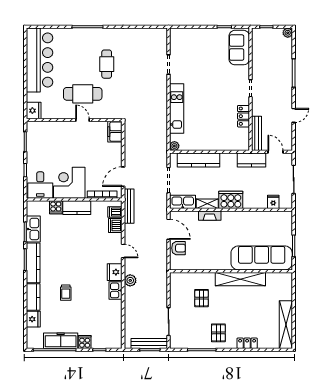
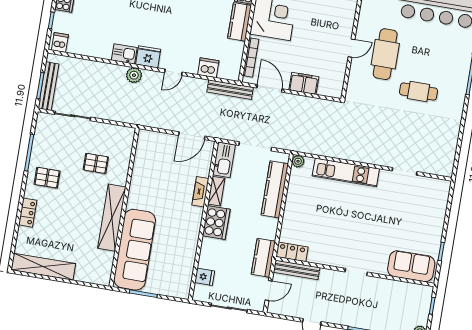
locker: (243, 116) -> (292, 252), moved
filing cabinet: (115, 132) -> (304, 83), moved
dishwasher: (115, 212) -> (60, 42), moved
armchair: (179, 248) -> (165, 145), removed

